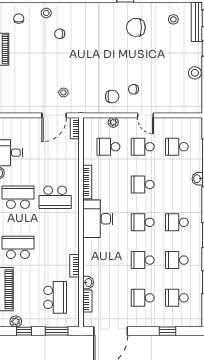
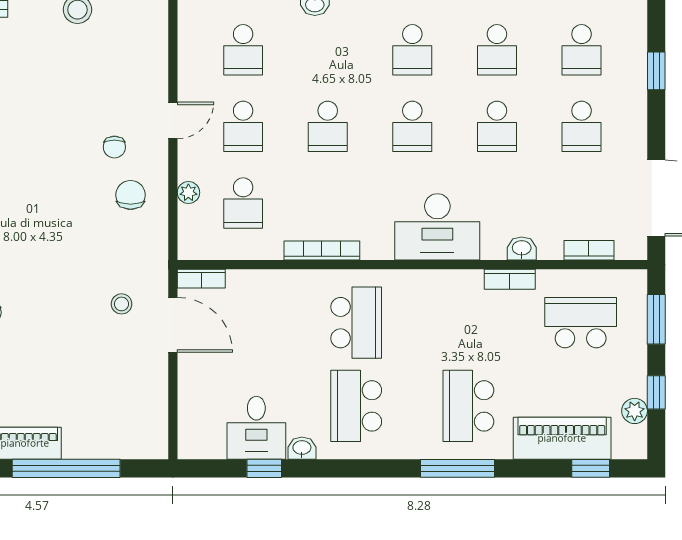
desk: (98, 219) -> (437, 227), moved
washbasin: (88, 282) -> (522, 249), moved

